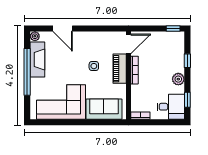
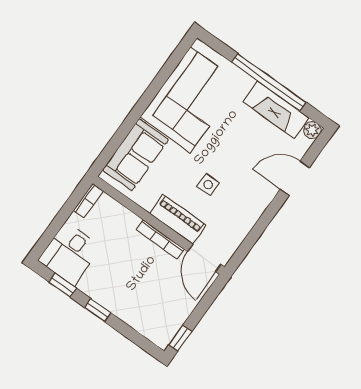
window: (187, 61) -> (98, 310), moved
plant: (178, 79) -> (102, 293), removed

